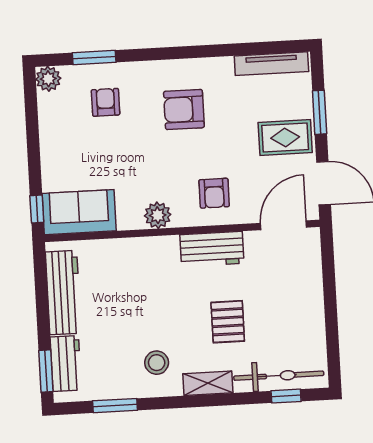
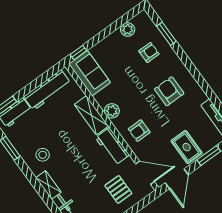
plant: (48, 79) -> (128, 30), moved
shelving: (144, 250) -> (91, 115), added
pallet: (228, 322) -> (118, 189), moved, turned 90

